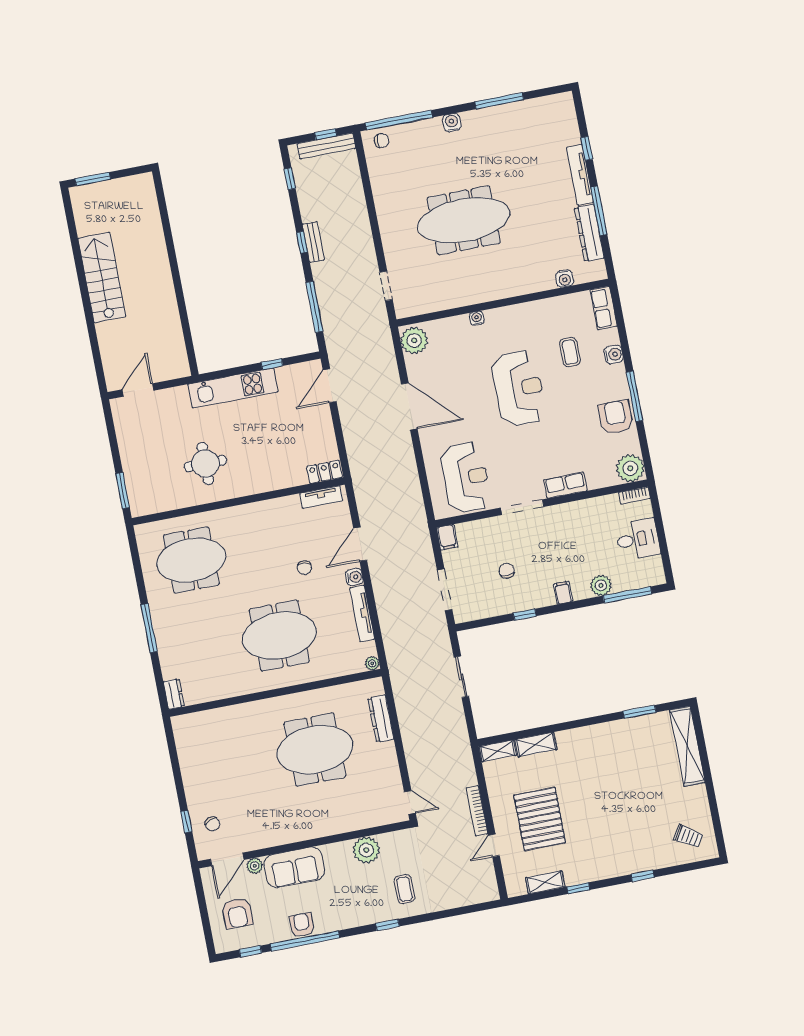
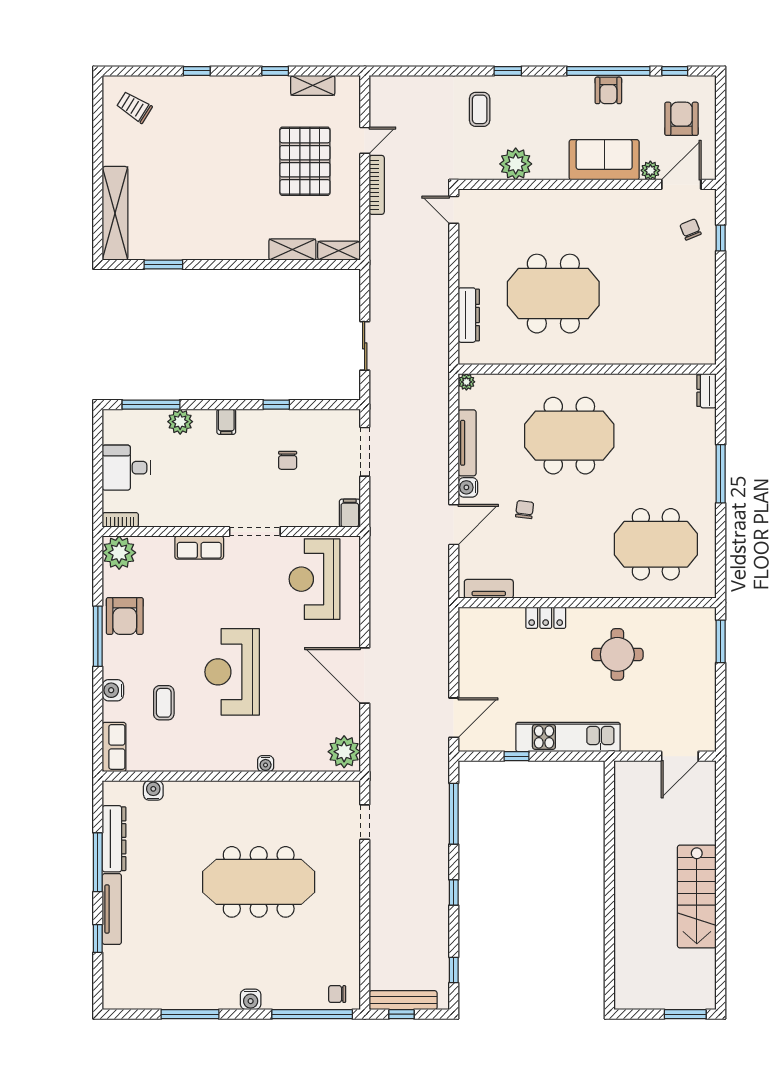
bench: (313, 242) -> (440, 890), removed
locker: (325, 472) -> (546, 618), moved

